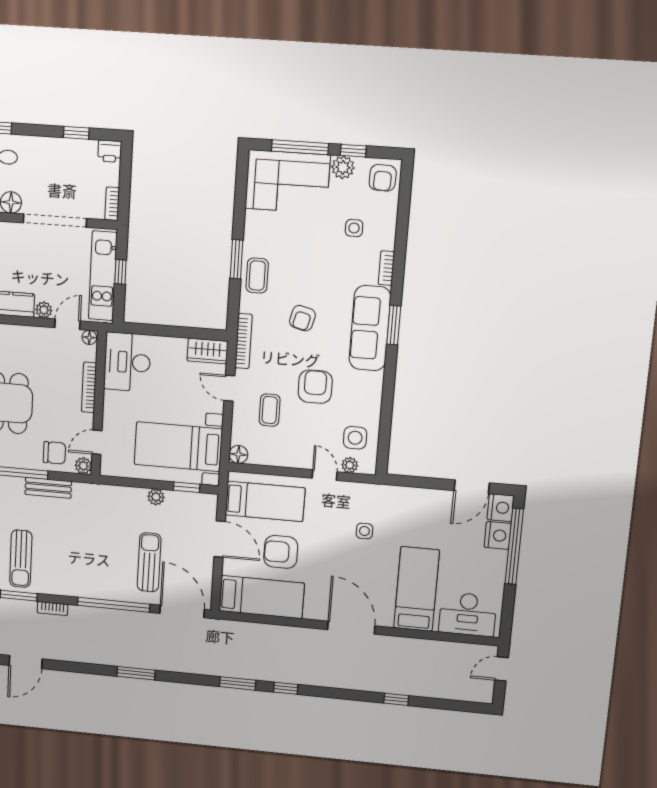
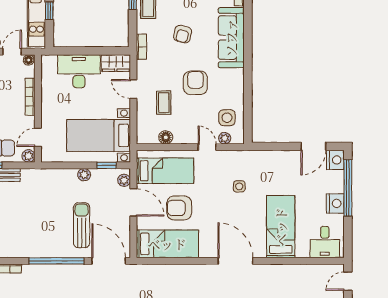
window: (394, 325) -> (248, 34), removed
bookcase: (244, 341) -> (141, 47), width x0.64
desk: (127, 362) -> (79, 71), moved, turned 90
floor lamp: (238, 454) -> (166, 137), moved
plant: (209, 509) -> (124, 180), added
nightstand: (498, 535) -> (335, 203), moved
desk: (468, 614) -> (325, 242), width x0.73

